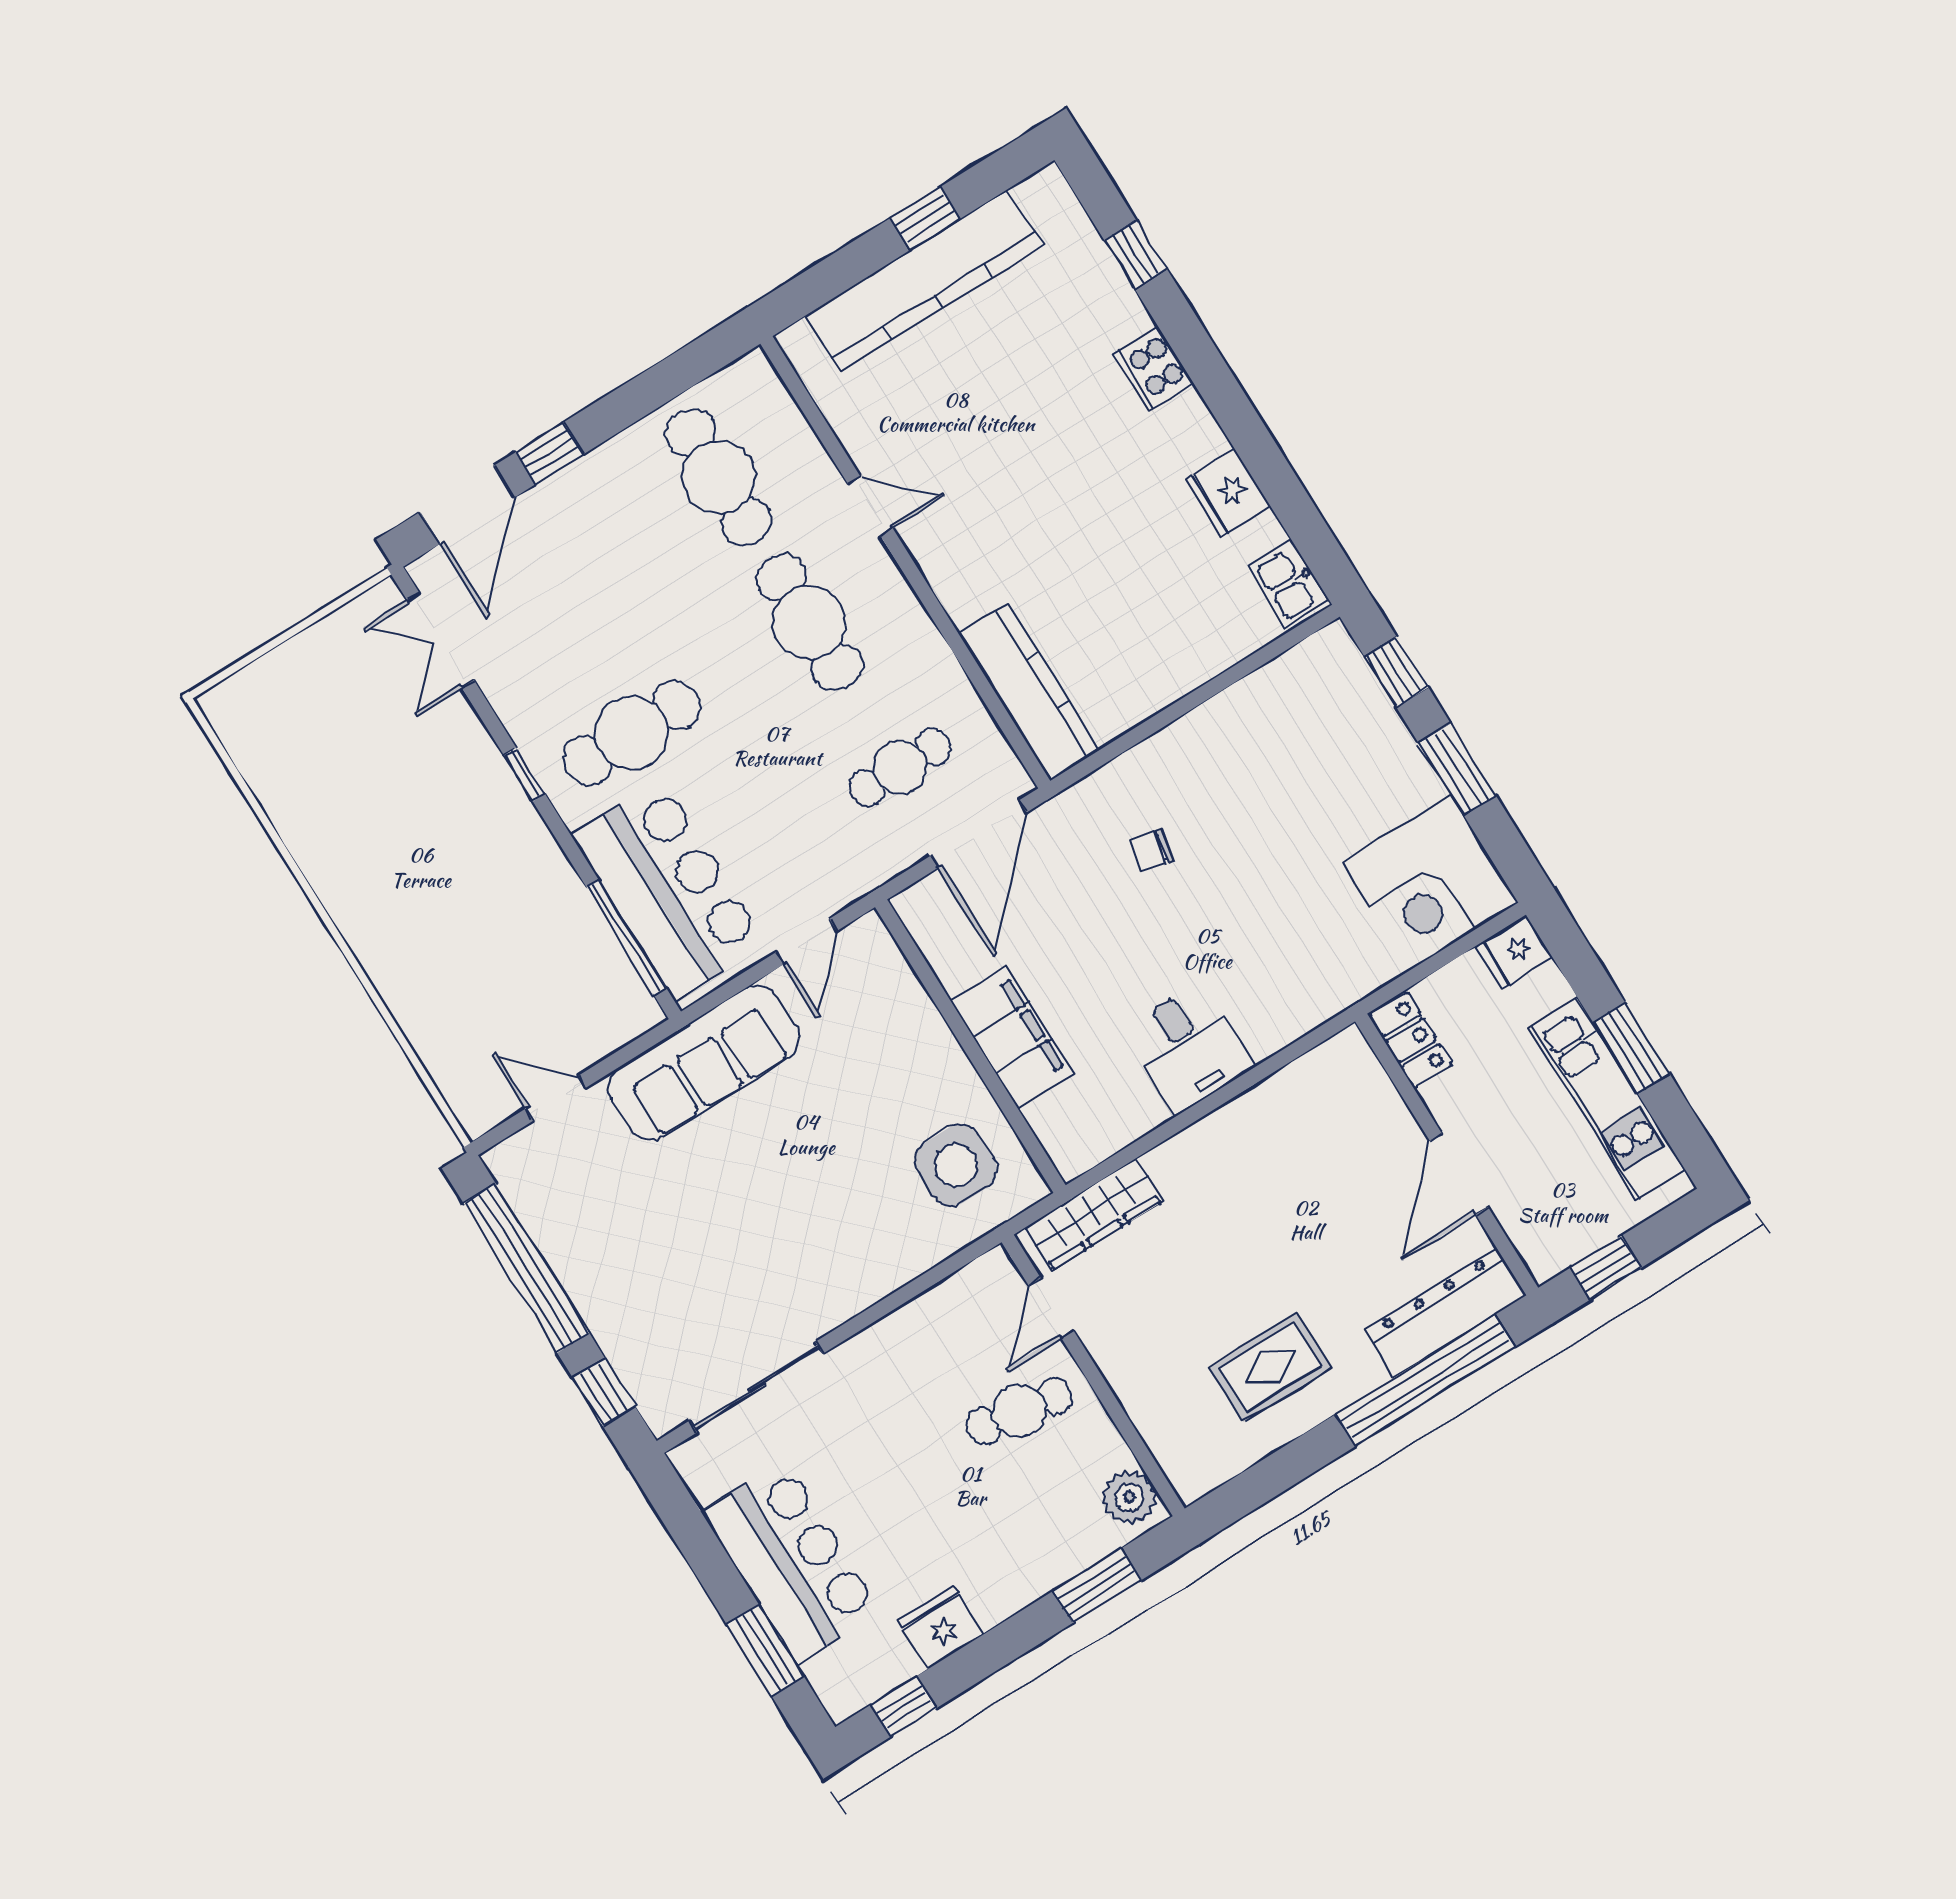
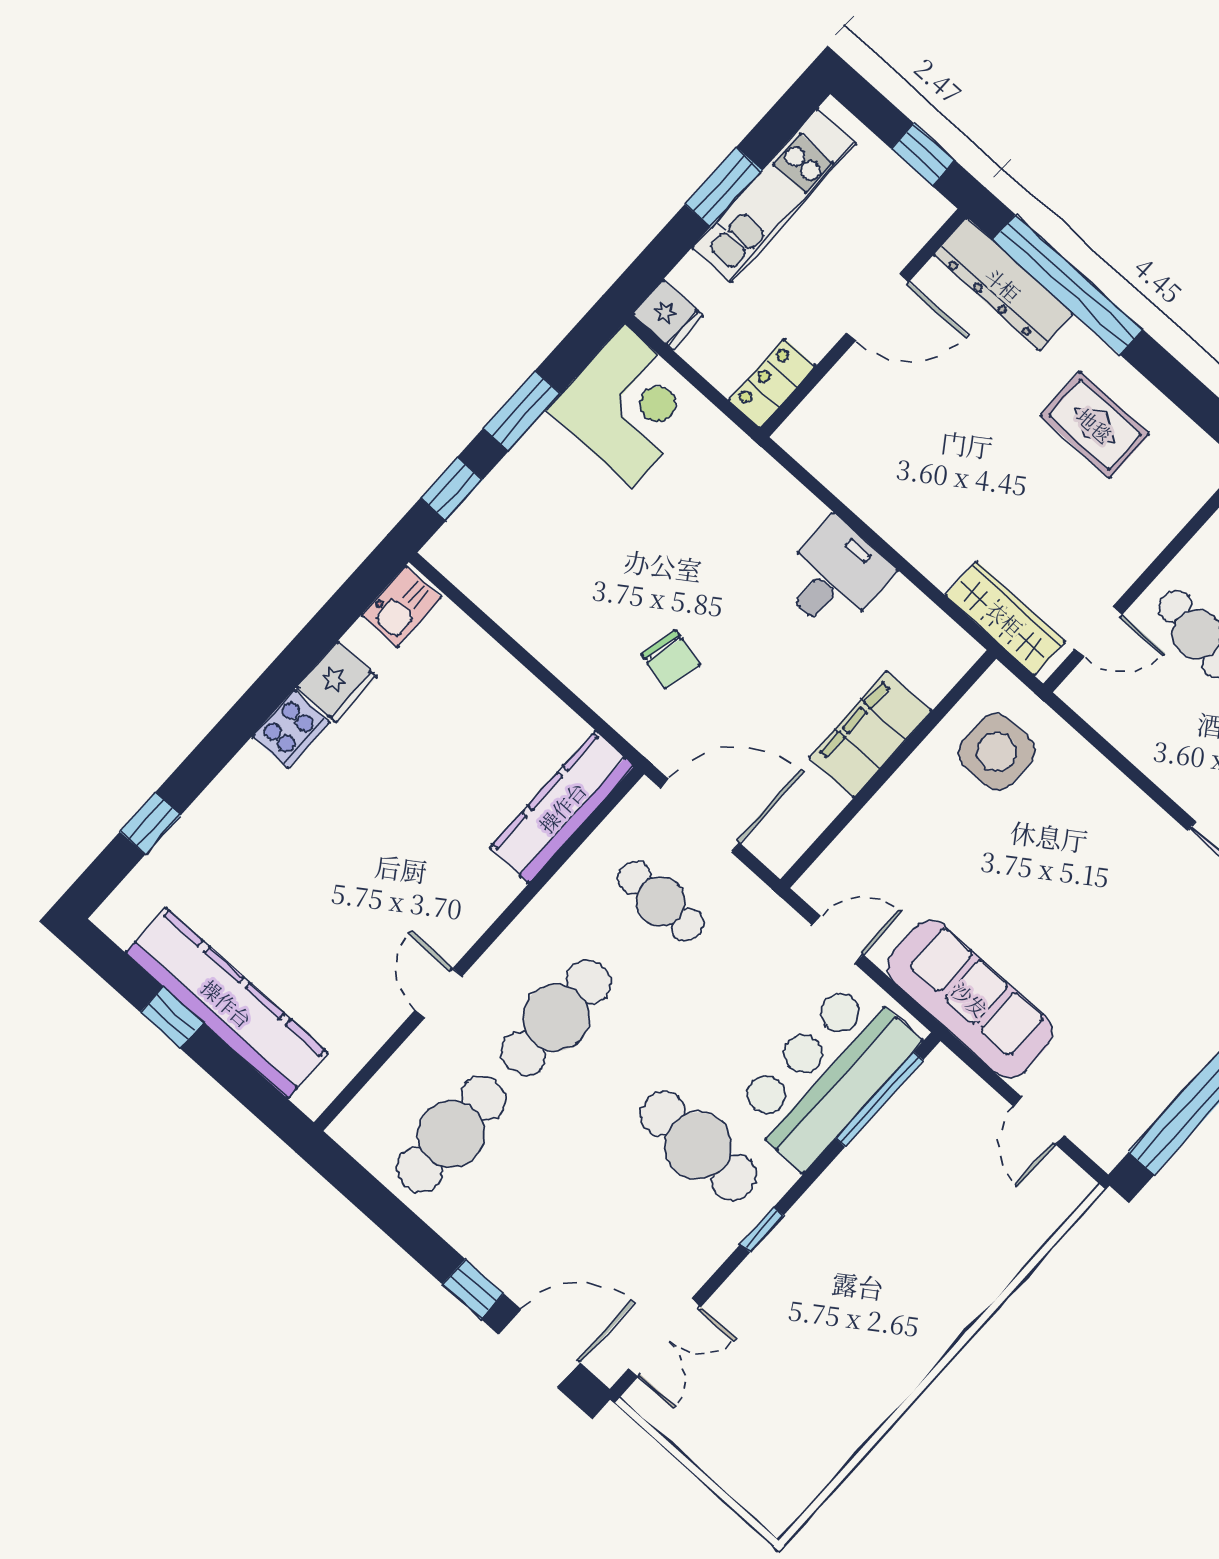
cooker: (1154, 368) -> (291, 729), moved
chair: (1151, 850) -> (670, 659), width x1.37, depth x1.37

